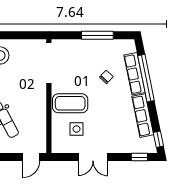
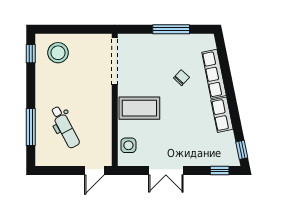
window: (146, 78) -> (227, 79), removed
row of seats: (143, 116) -> (222, 115), width x0.68
side table: (76, 129) -> (128, 145), moved

